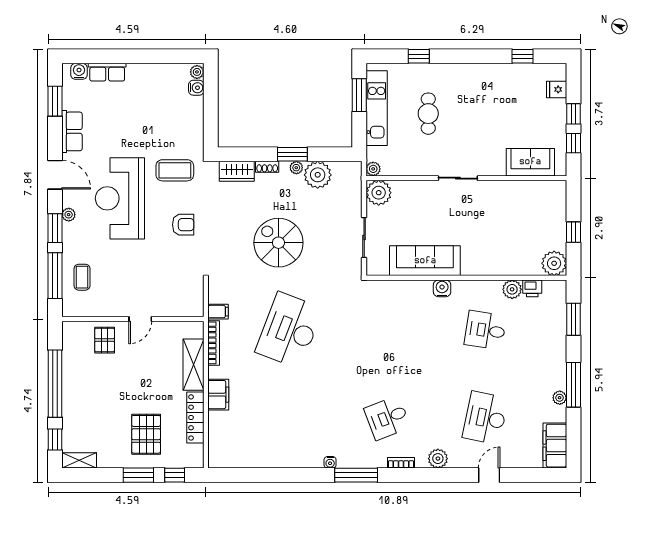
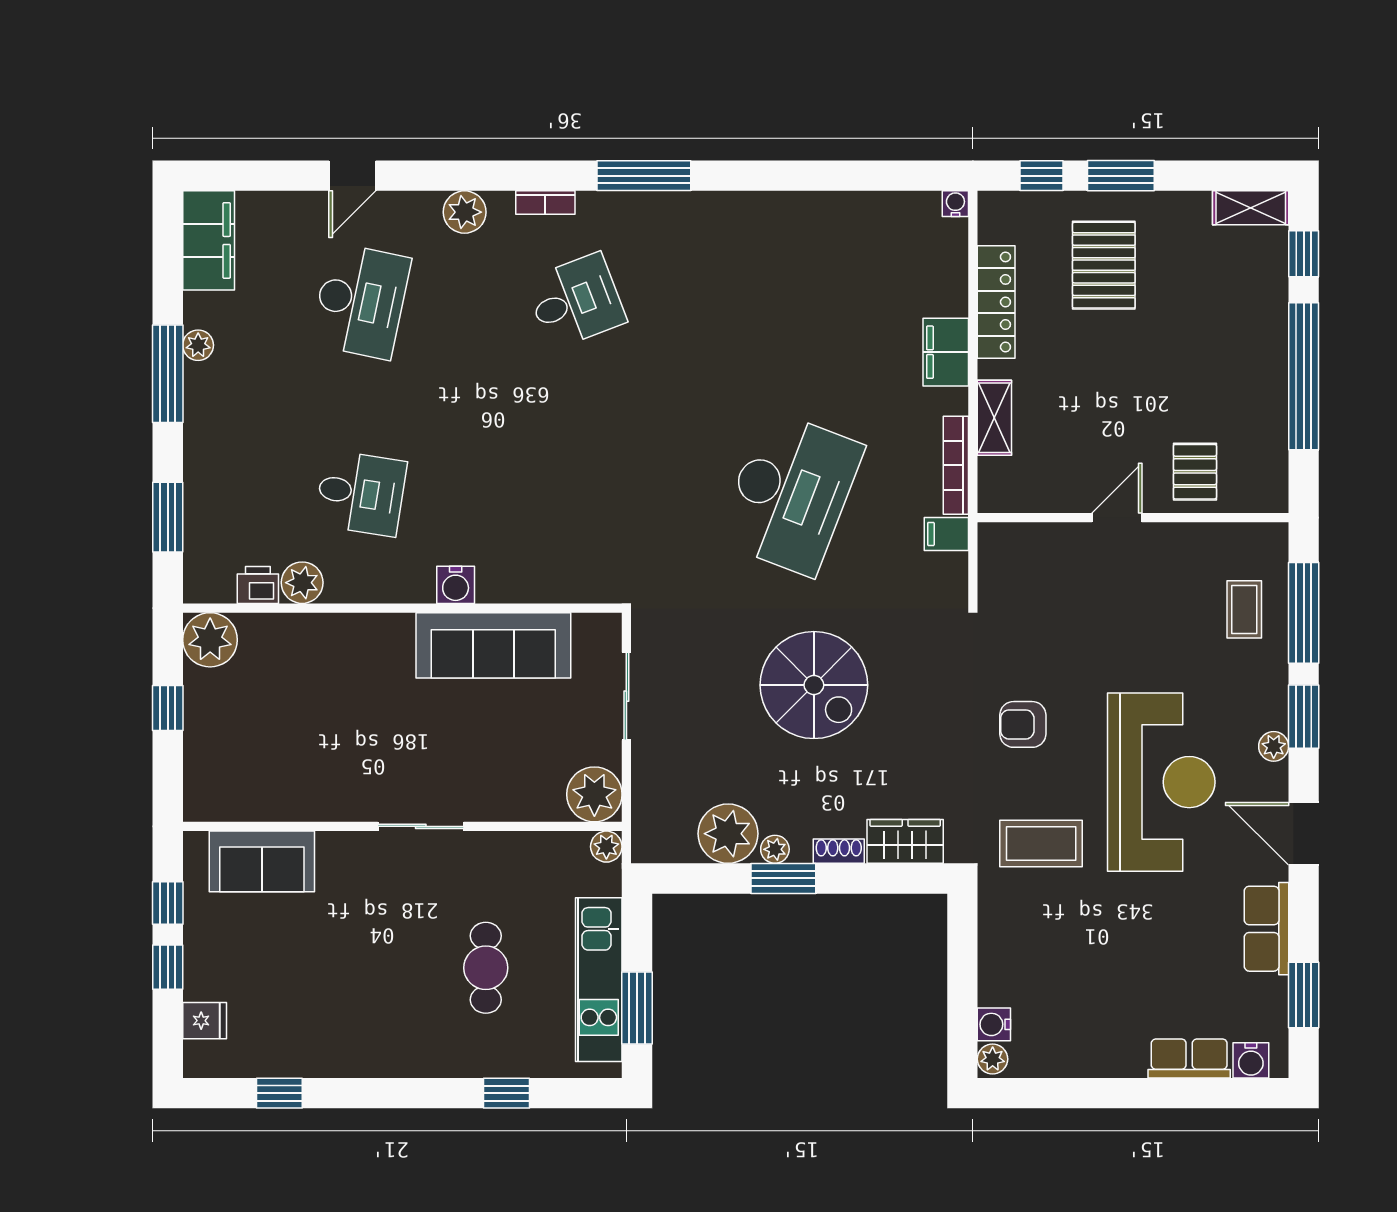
shelving: (194, 365) -> (994, 418), width x0.67, depth x0.75
water cooler: (330, 462) -> (955, 204), moved

